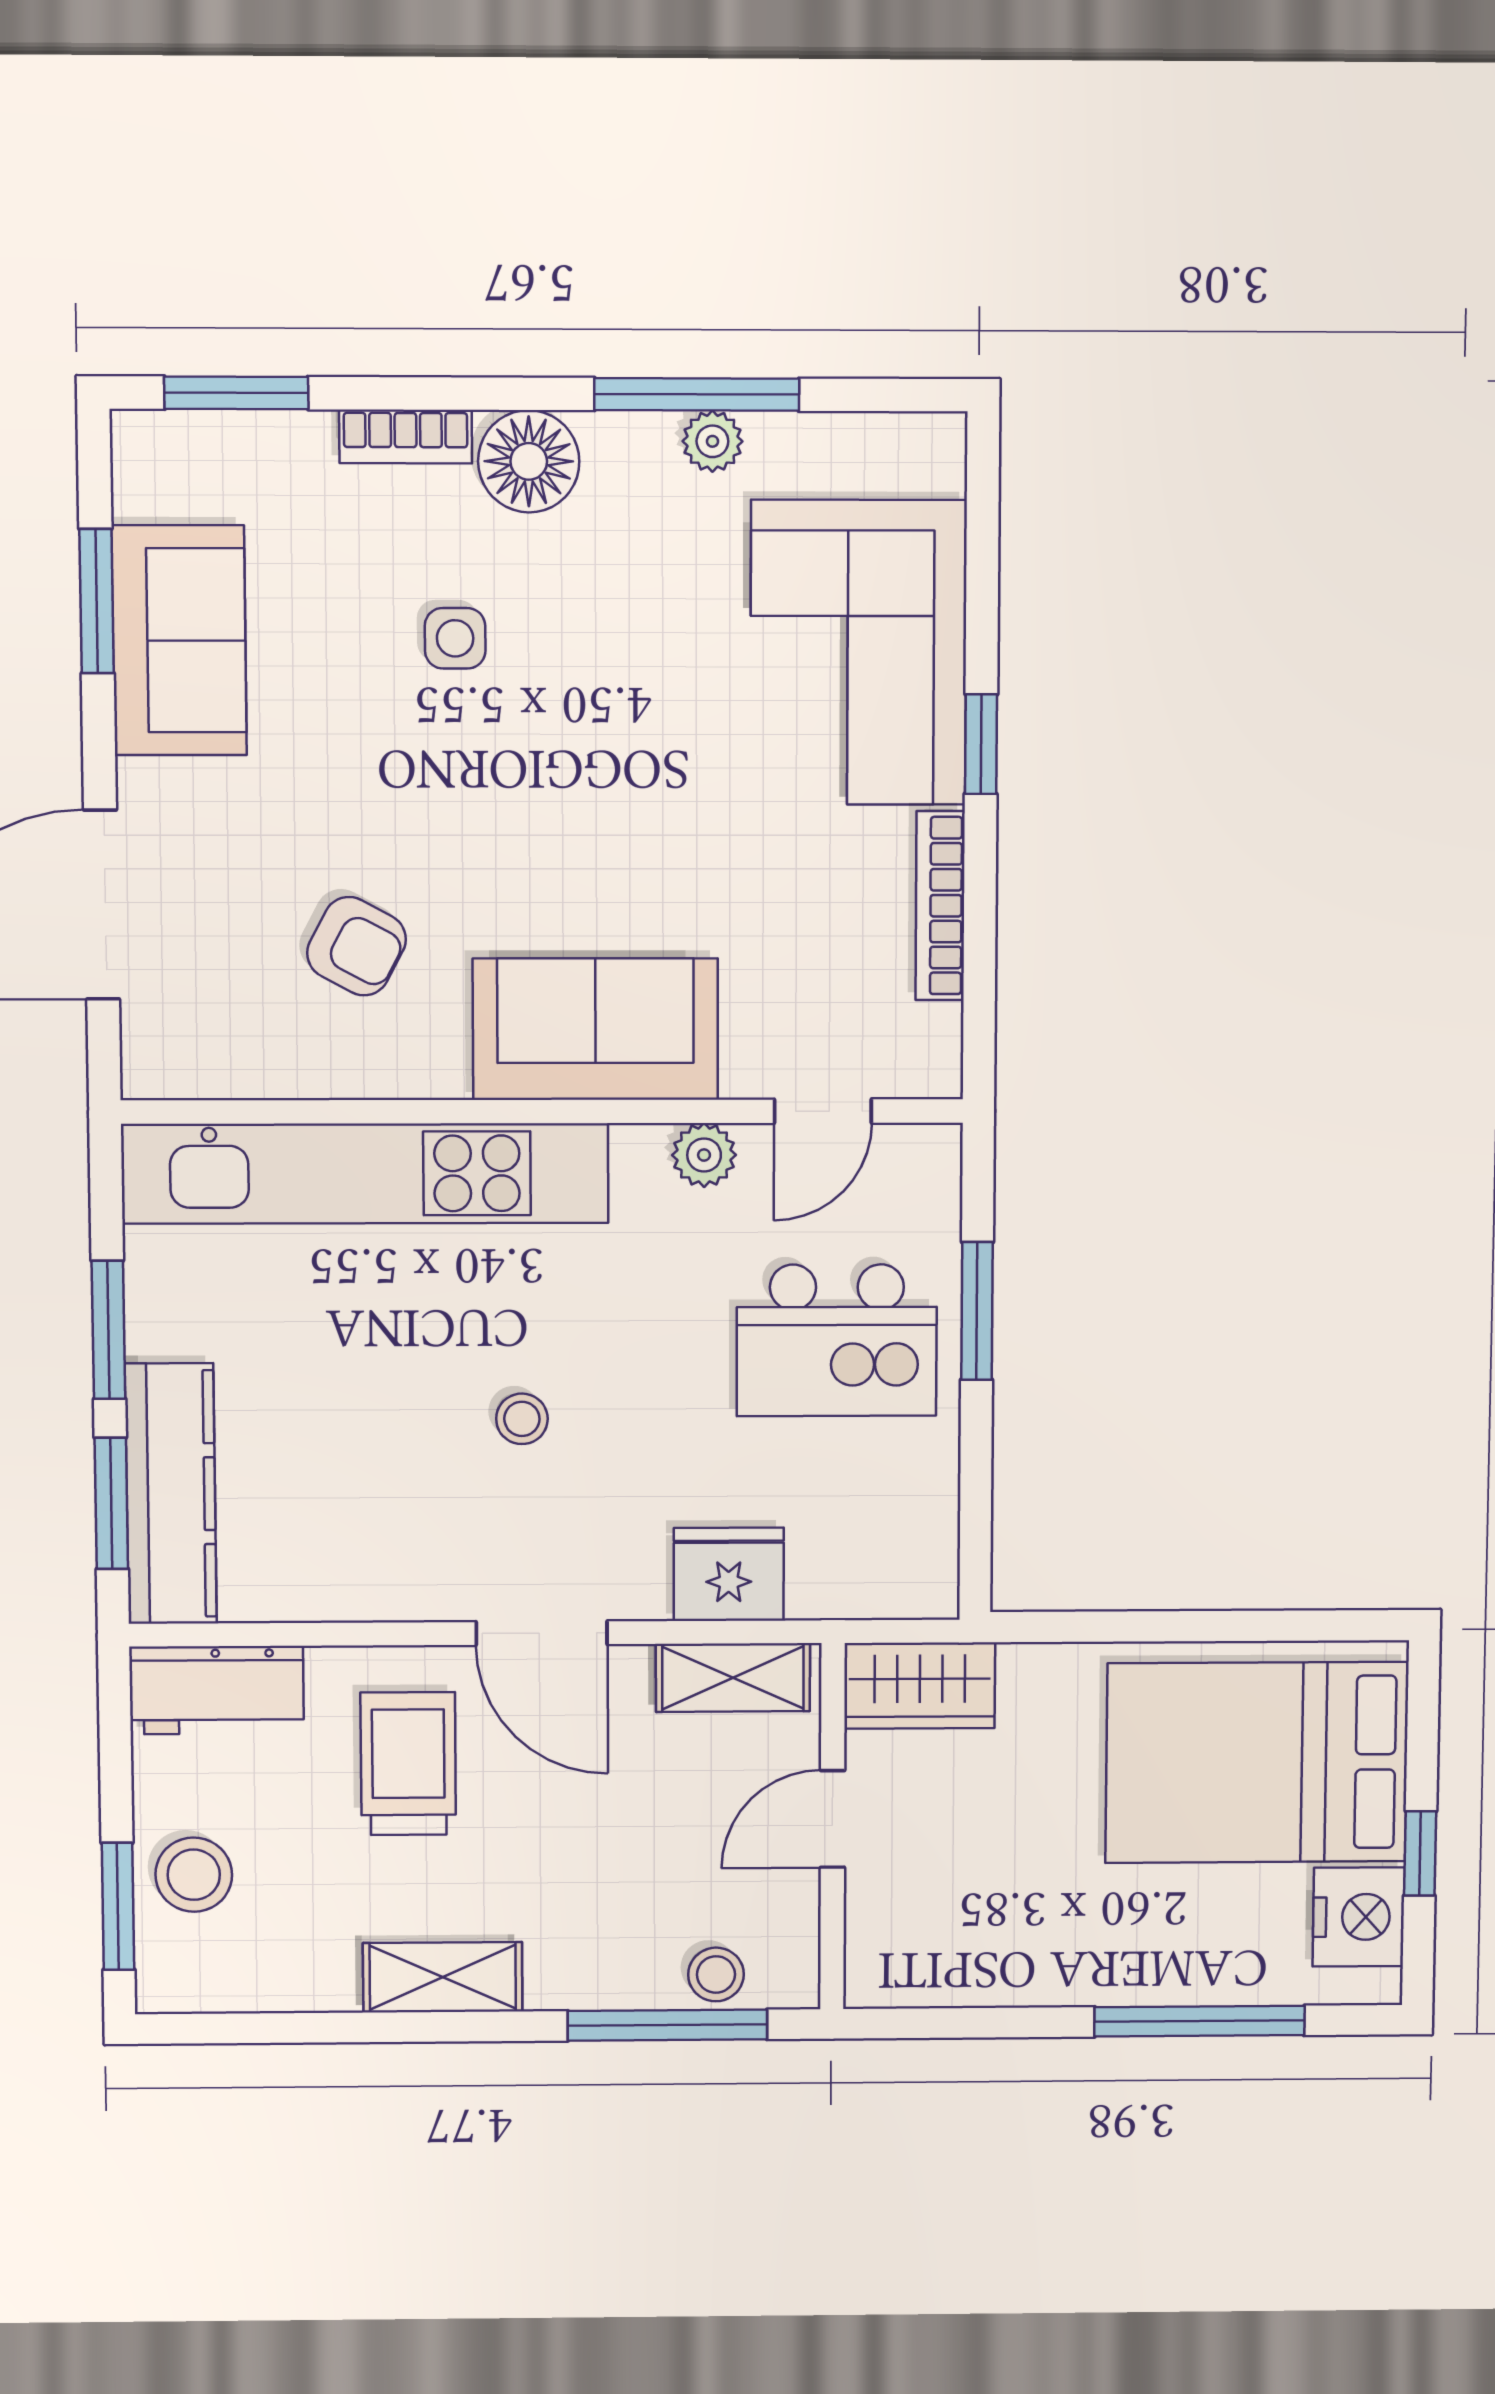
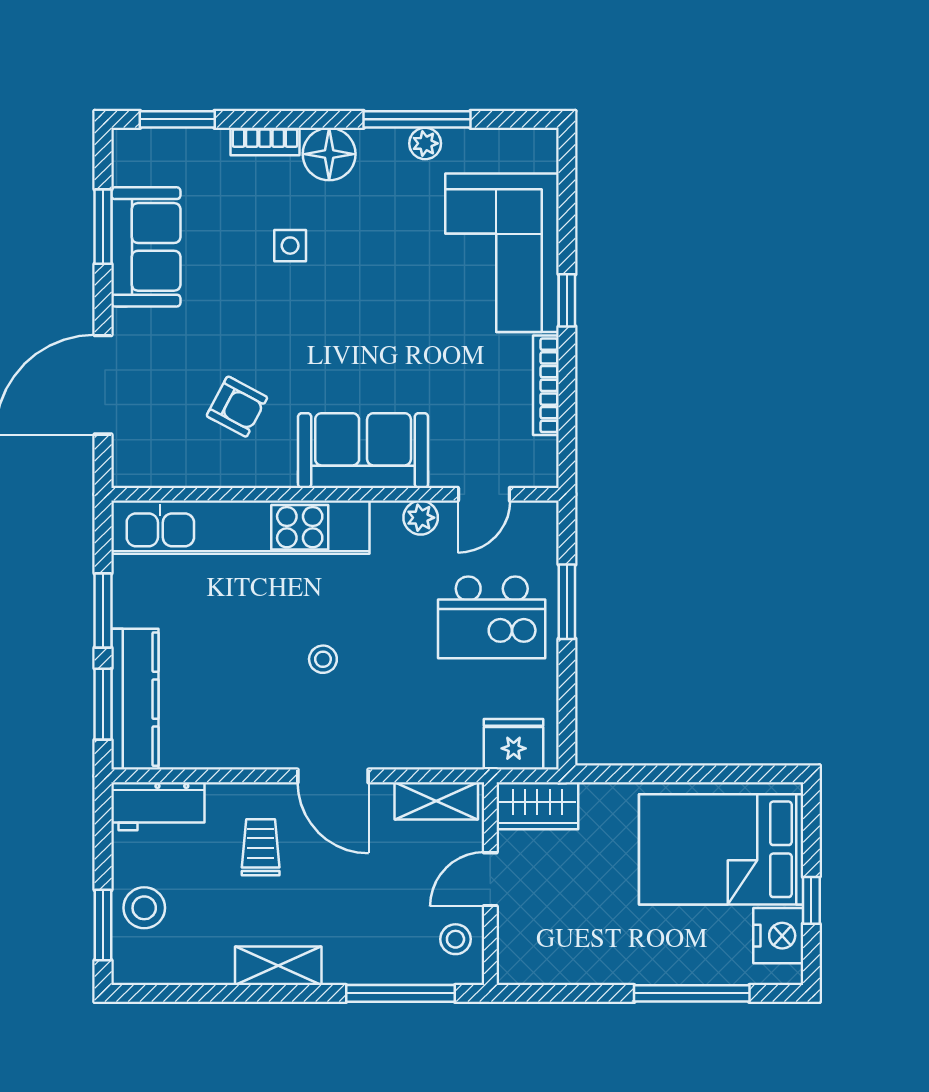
fridge: (729, 1574) -> (514, 744), moved
trolley: (408, 1764) -> (261, 847), width x0.73, depth x0.72
stool: (716, 1974) -> (455, 939), moved

